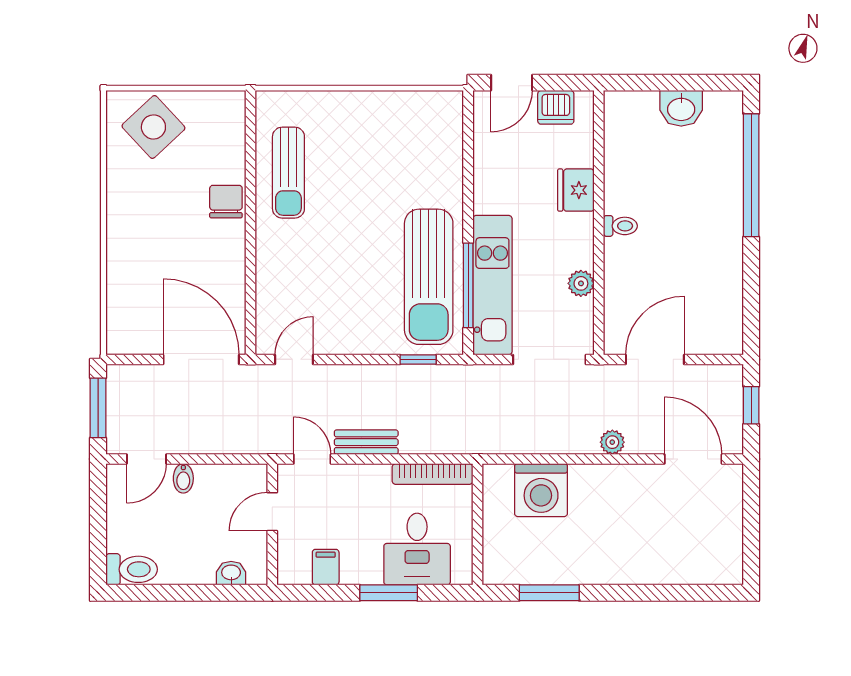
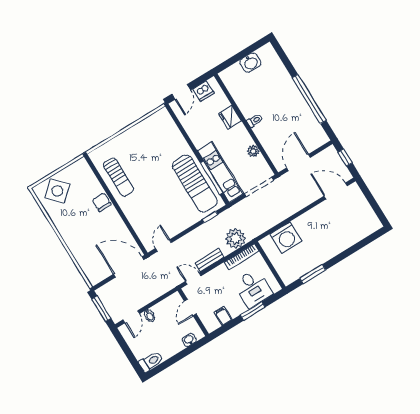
window: (751, 175) -> (309, 99), moved
plant: (612, 442) -> (236, 238), moved, width x1.88, depth x1.88

